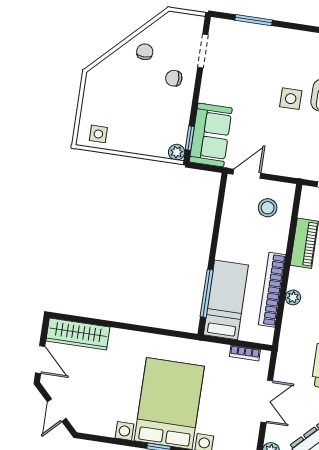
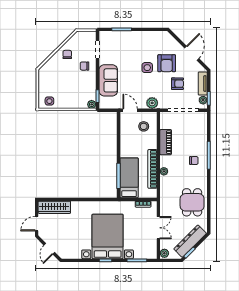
sofa: (211, 135) -> (108, 80), moved
plant: (290, 166) -> (152, 103), added
door: (247, 174) -> (130, 110), hinge flipped
door: (40, 360) -> (37, 224), swing flipped

